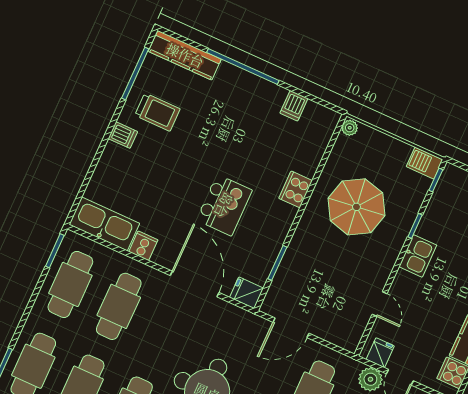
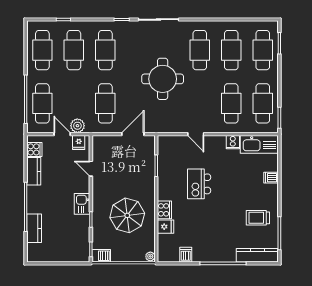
dishwasher: (123, 135) -> (271, 178), moved
door: (195, 284) -> (196, 134), width x0.53
fridge: (247, 293) -> (166, 227), moved

